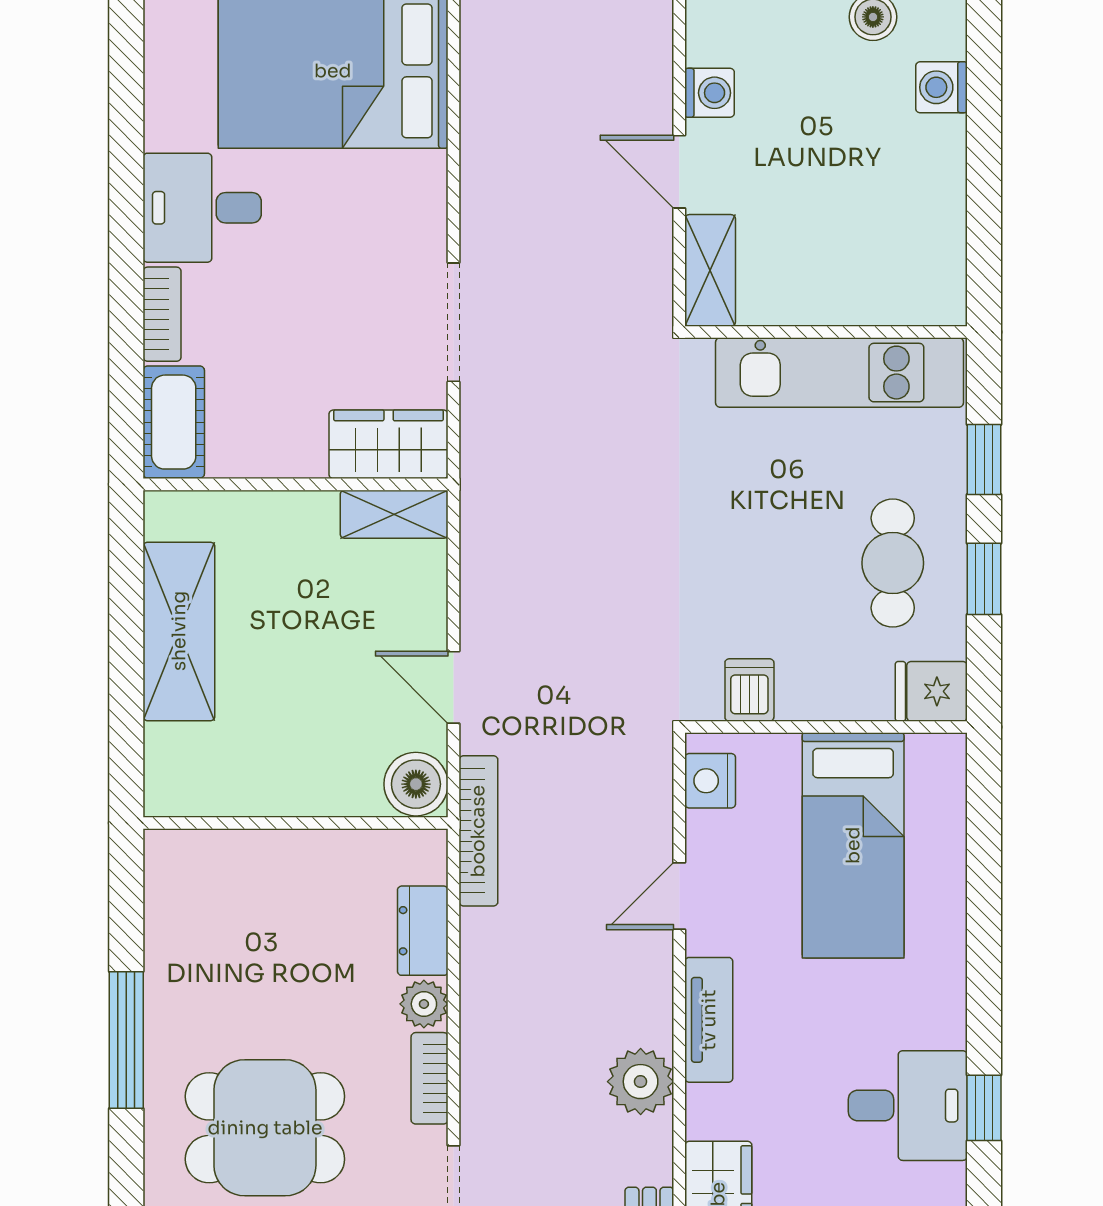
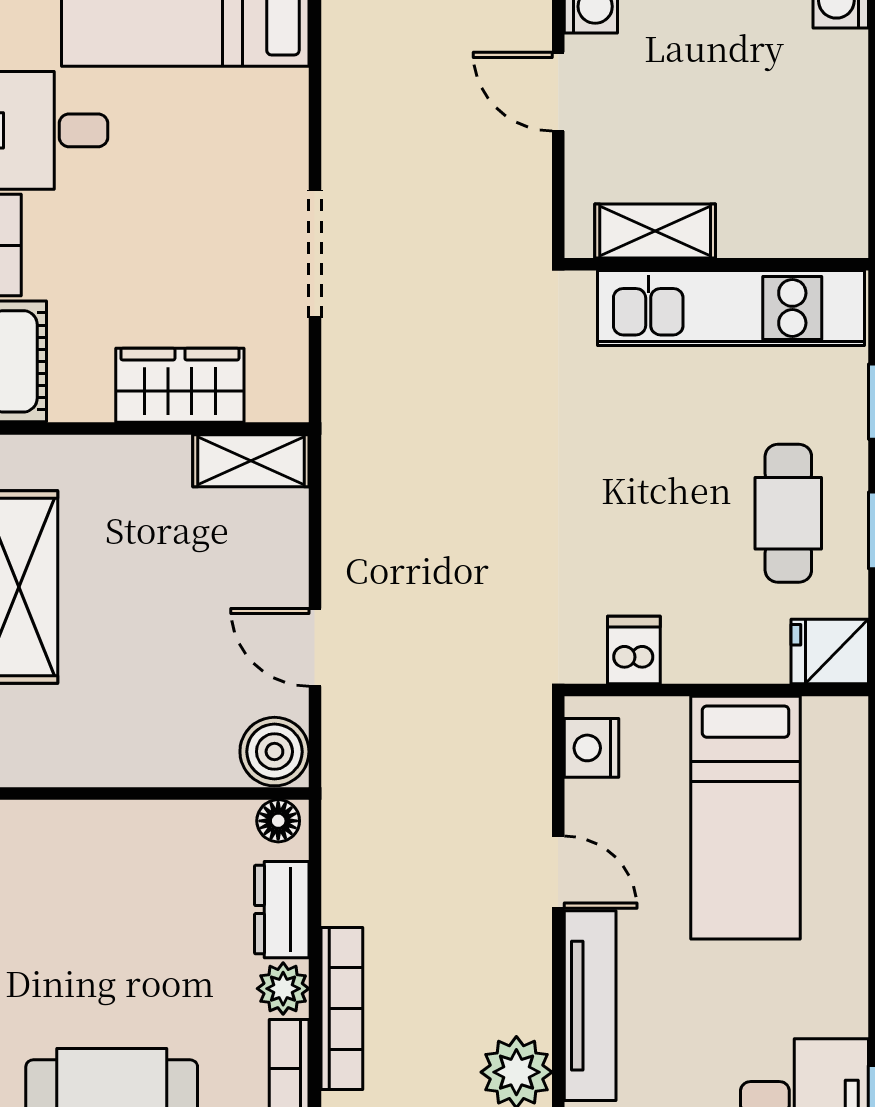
shelving: (710, 270) -> (655, 231), moved, turned 90
wardrobe: (389, 444) -> (180, 385), moved
bookcase: (478, 831) -> (342, 1009), moved
floor lamp: (419, 848) -> (278, 821), added
door: (679, 896) -> (558, 872), swing flipped
tv unit: (709, 1020) -> (590, 1006), width x1.41

